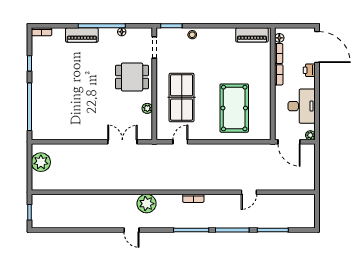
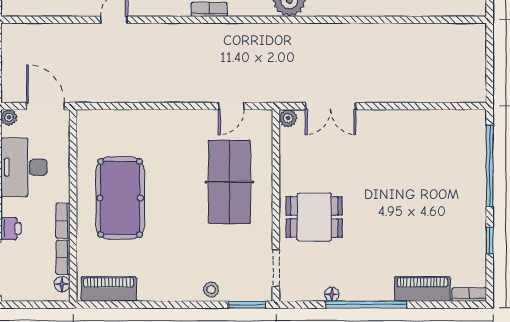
piano: (82, 35) -> (422, 289), moved
plant: (147, 108) -> (288, 118), moved
pool table: (234, 108) -> (120, 198), moved
plant: (41, 162) -> (470, 71), removed

